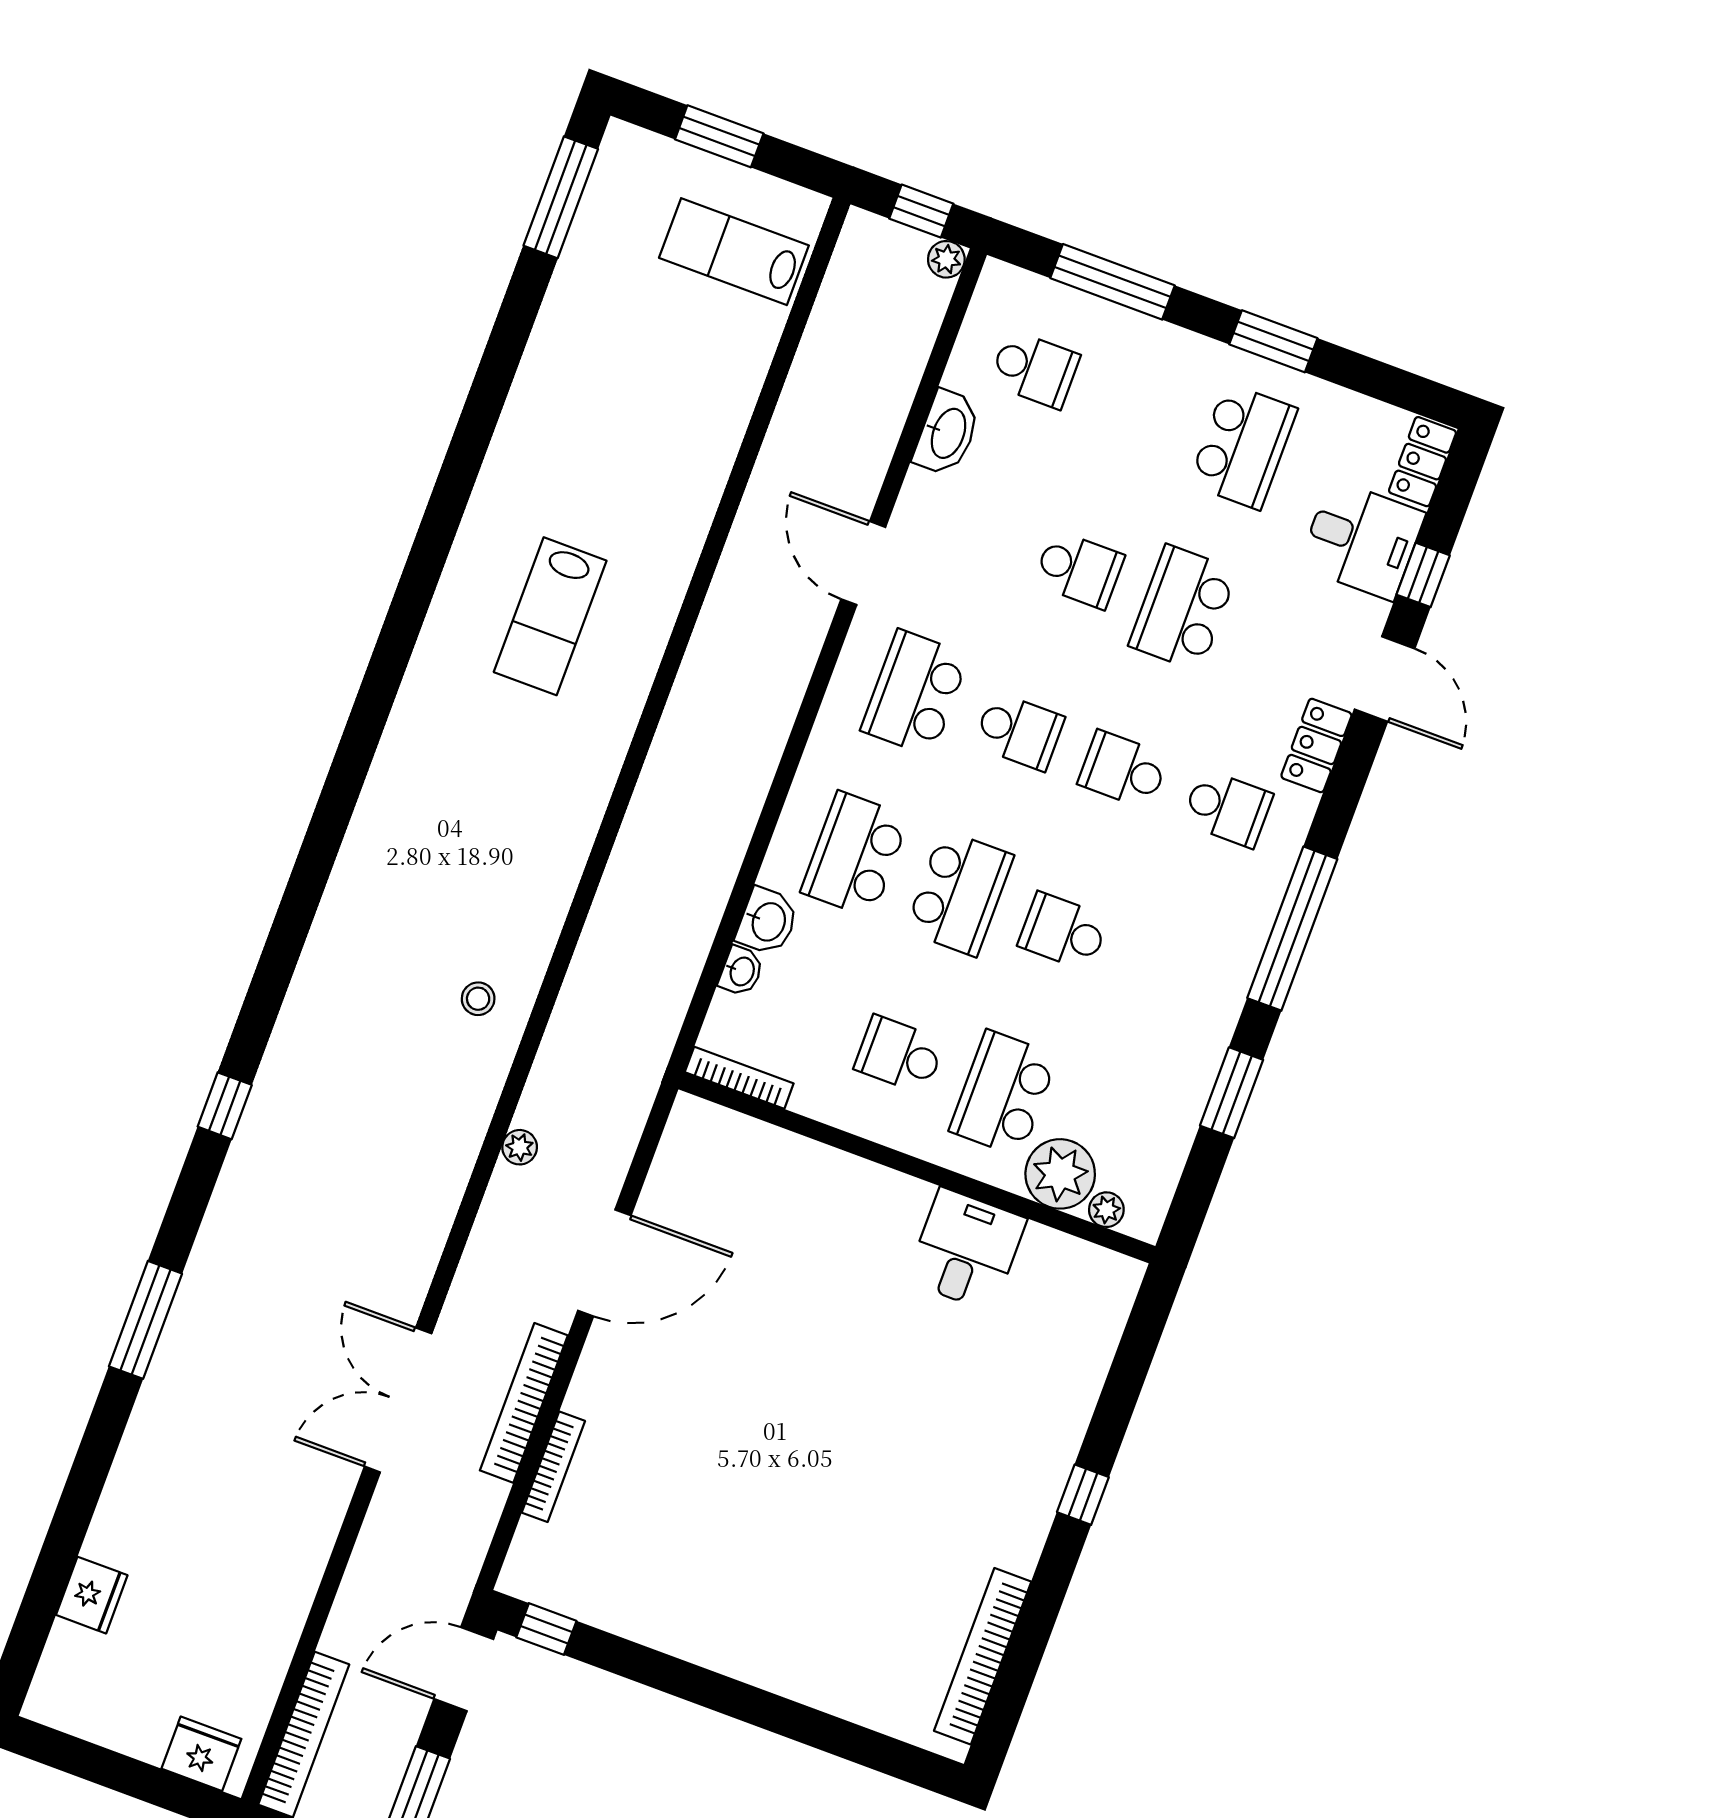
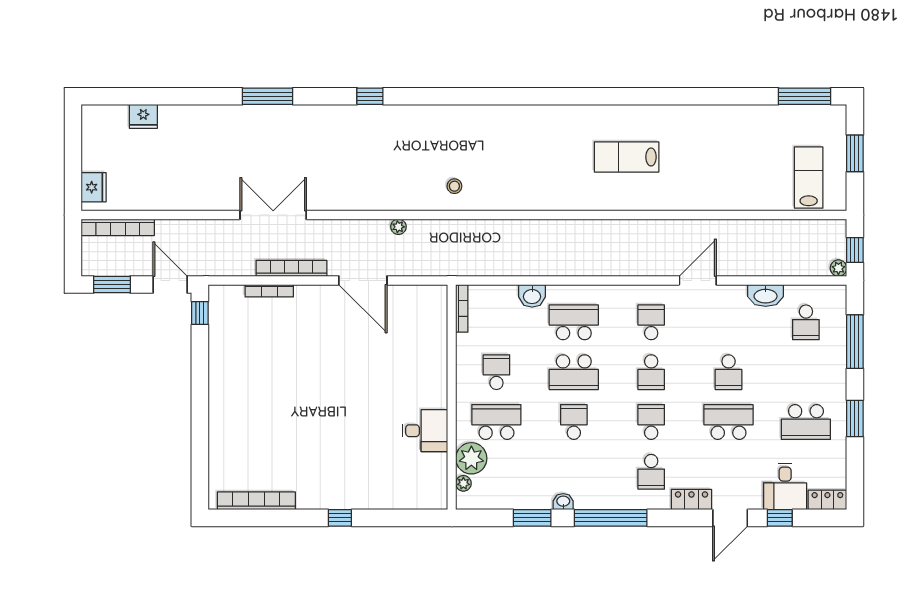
school desk: (915, 693) -> (651, 322), width x0.54
washbasin: (741, 971) -> (563, 502), moved, turned 180

